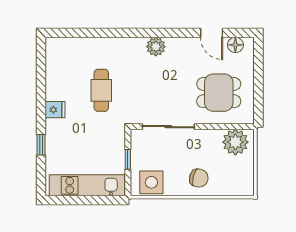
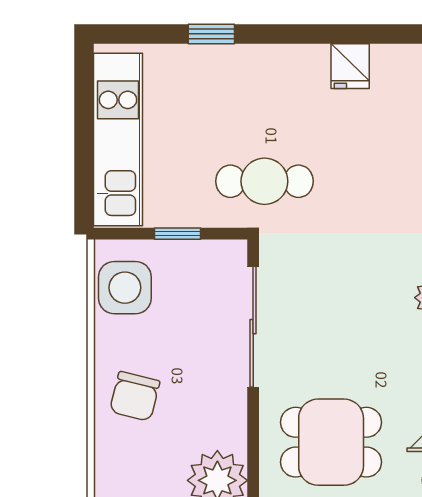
cafe table: (101, 90) -> (264, 181), moved
dining table: (219, 93) -> (331, 442), turned 90
fridge: (55, 110) -> (350, 66), moved

